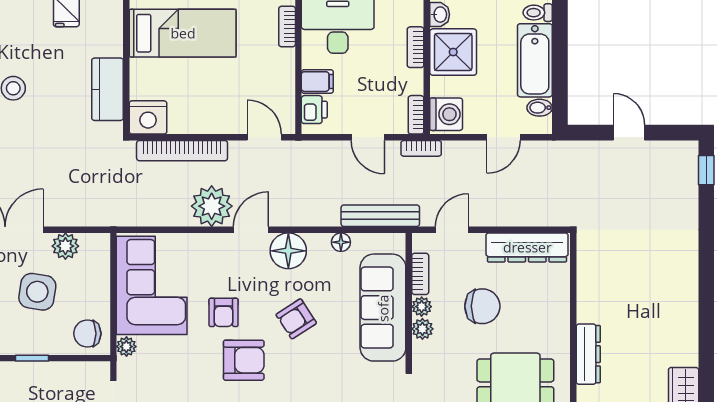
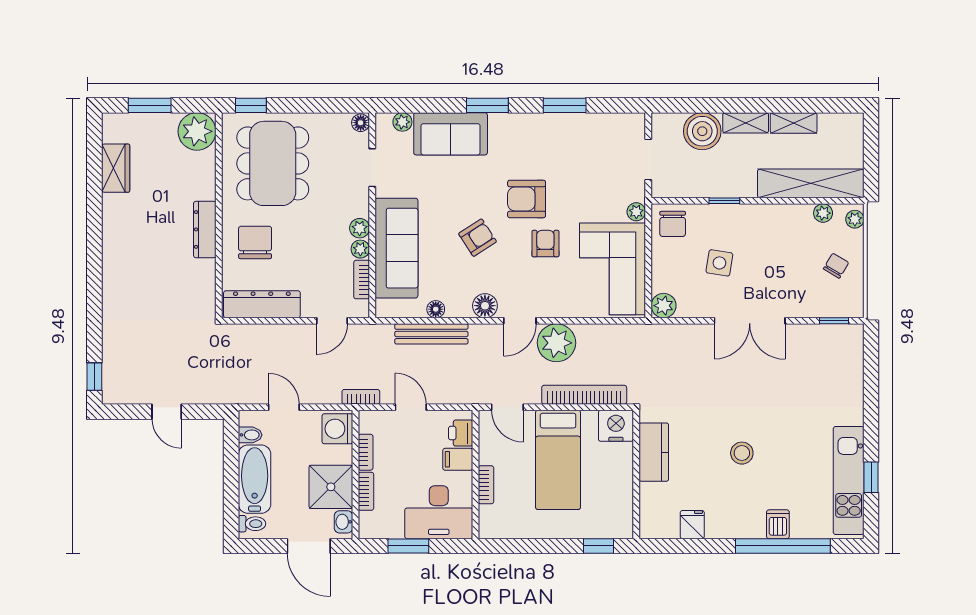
bookcase: (287, 27) -> (486, 485), moved
bed: (183, 33) -> (558, 460), moved, turned -90
bookcase: (416, 115) -> (366, 452), moved
door: (503, 137) -> (284, 407), hinge flipped
bench: (380, 216) -> (431, 334), moved
plant: (65, 246) -> (664, 306), moved
floor lamp: (288, 251) -> (485, 306), width x0.73, depth x0.73
side table: (37, 292) -> (719, 263), width x0.73, depth x0.73
chair: (482, 306) -> (255, 242), moved, turned 90
chair: (87, 334) -> (673, 224), turned 90
dresser: (588, 354) -> (205, 229), moved

